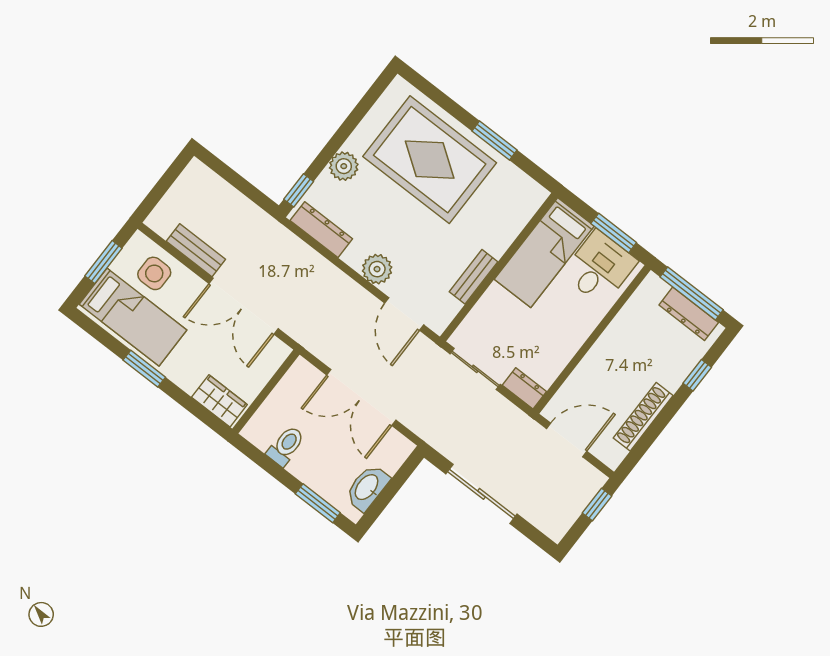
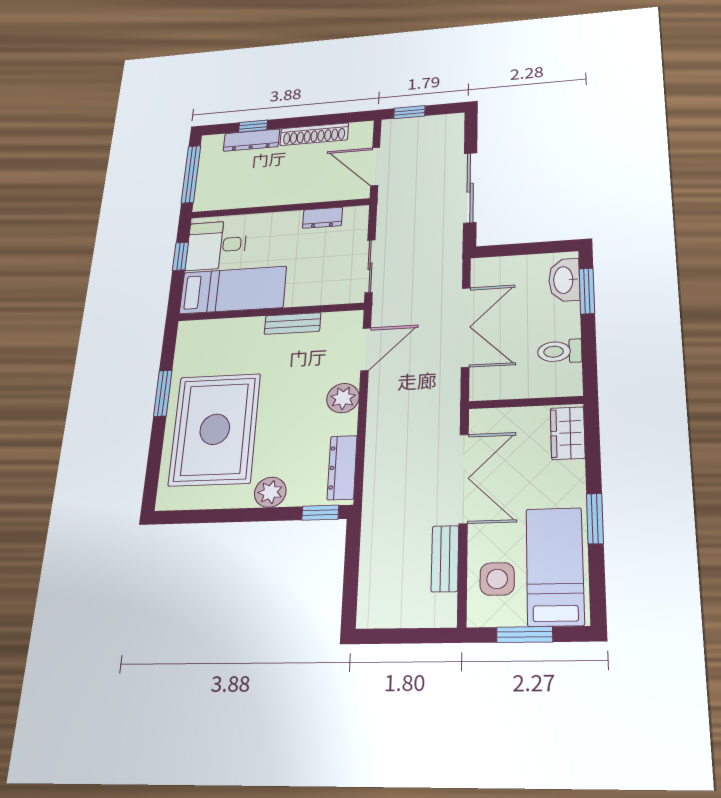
window: (614, 233) -> (180, 256), width x0.67
dresser: (689, 314) -> (251, 140), moved, turned 90
dresser: (524, 388) -> (323, 218), moved, turned -90
washbasin: (367, 488) -> (564, 280), moved, turned 90

